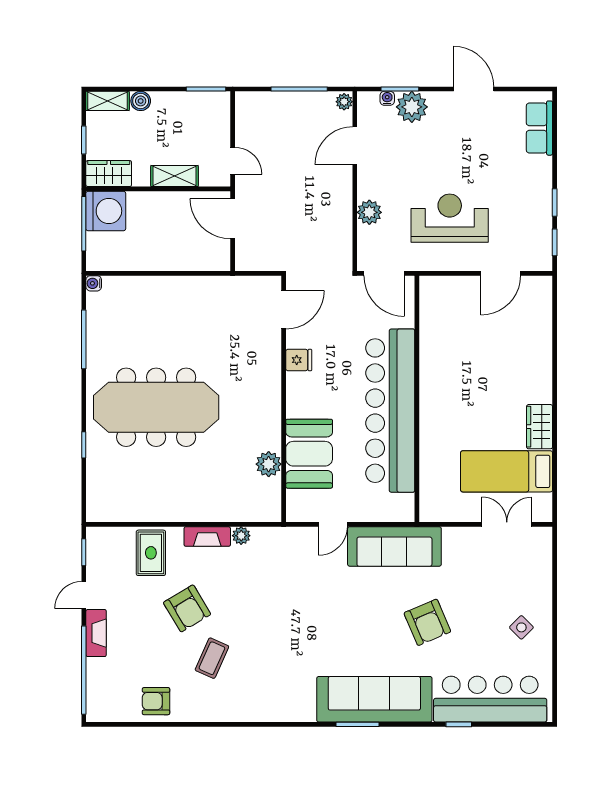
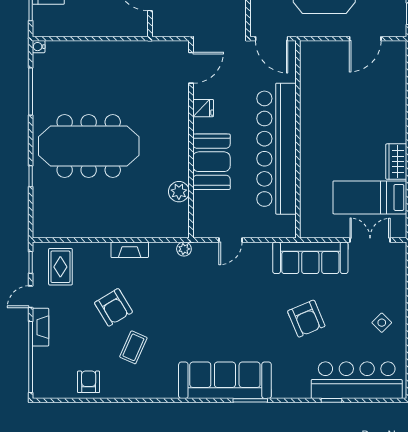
booth: (309, 454) -> (211, 162), moved
plant: (241, 536) -> (184, 249), moved
sofa: (394, 546) -> (310, 258), moved
rug: (151, 553) -> (60, 267), moved
sofa: (374, 699) -> (225, 380), moved
armchair: (156, 701) -> (89, 382), turned 90

